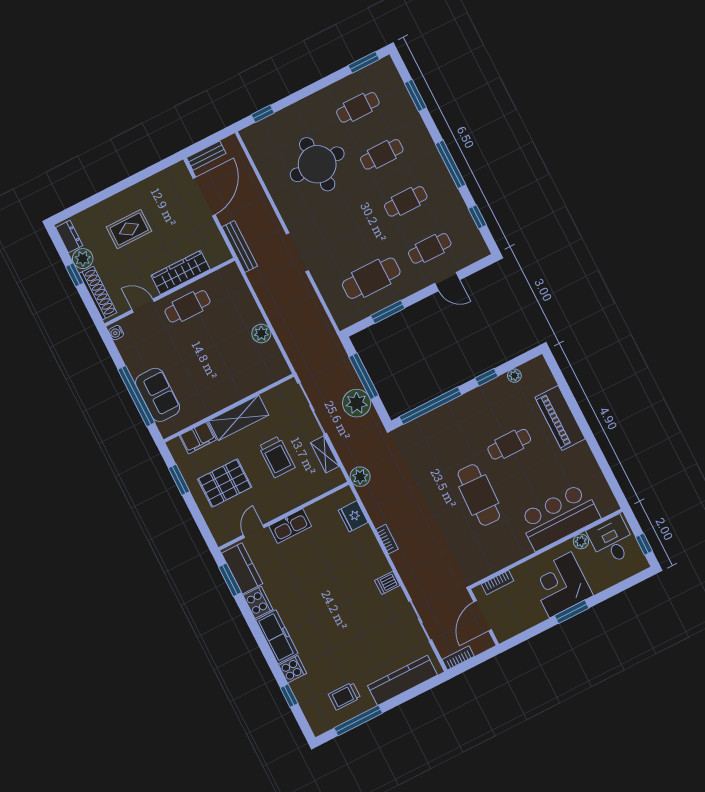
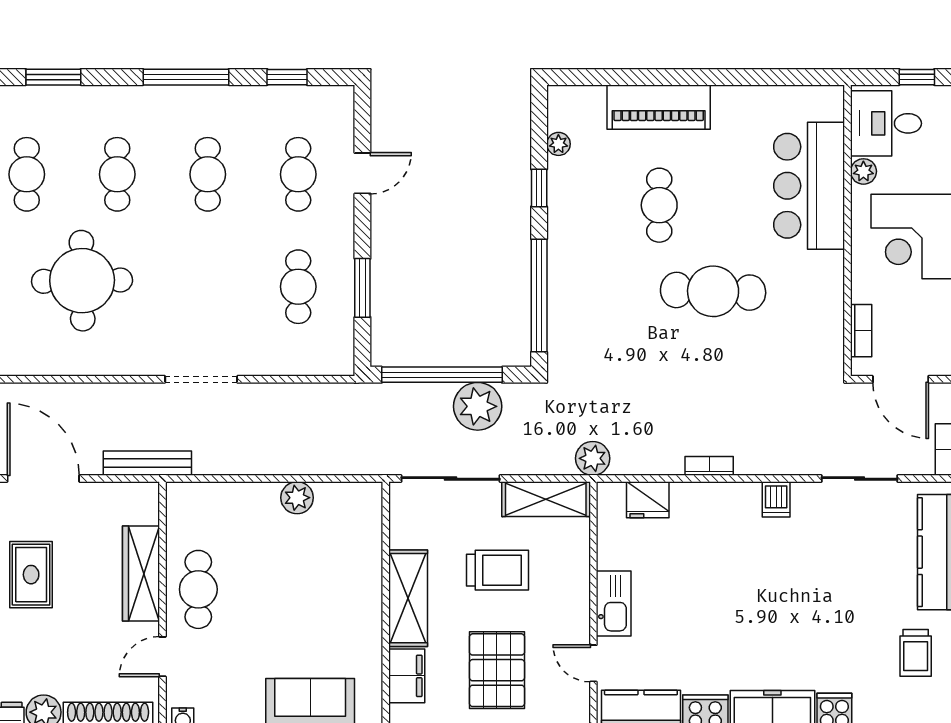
rug: (129, 229) -> (31, 575), moved
cafe table: (371, 278) -> (298, 287), width x0.73, depth x0.74
window: (364, 376) -> (442, 375), width x1.46
shelving: (325, 454) -> (546, 499), width x1.50, depth x1.33

